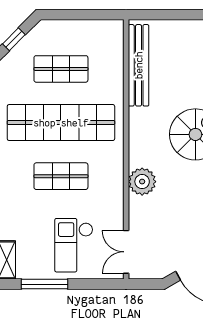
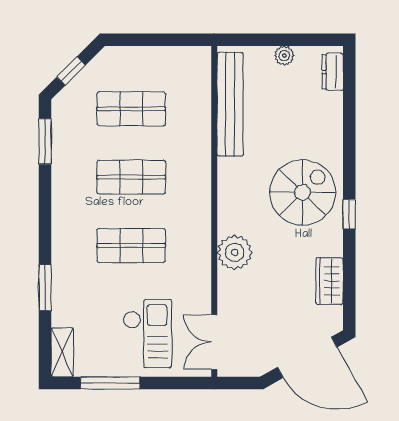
plant: (181, 27) -> (284, 56), added
shop shelf: (61, 123) -> (131, 177), width x0.50, depth x0.74
checkout: (74, 245) -> (147, 334), turned 180

